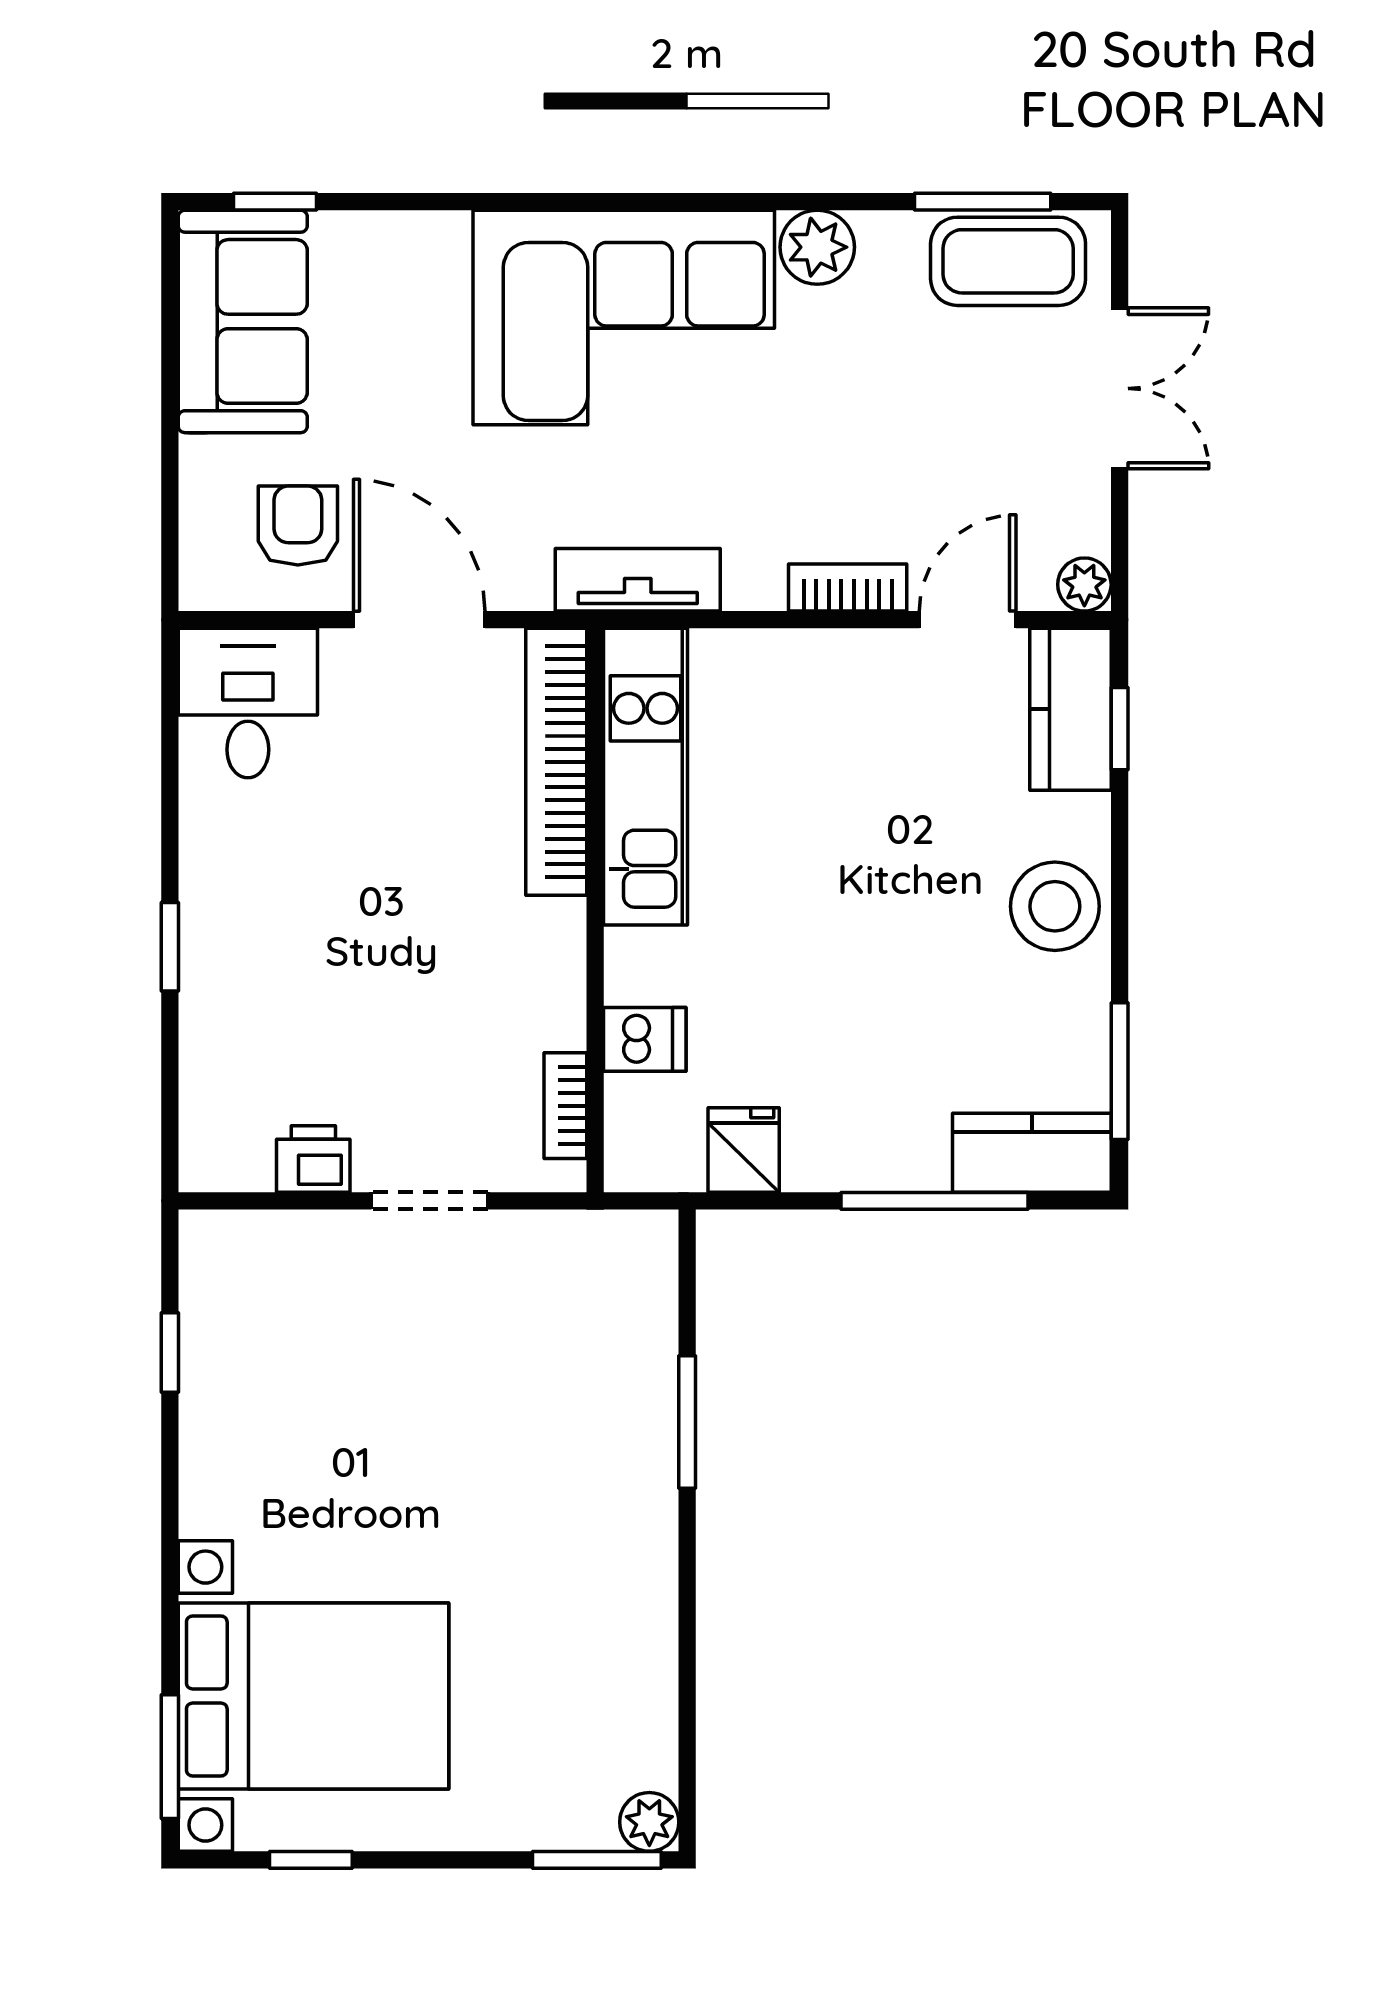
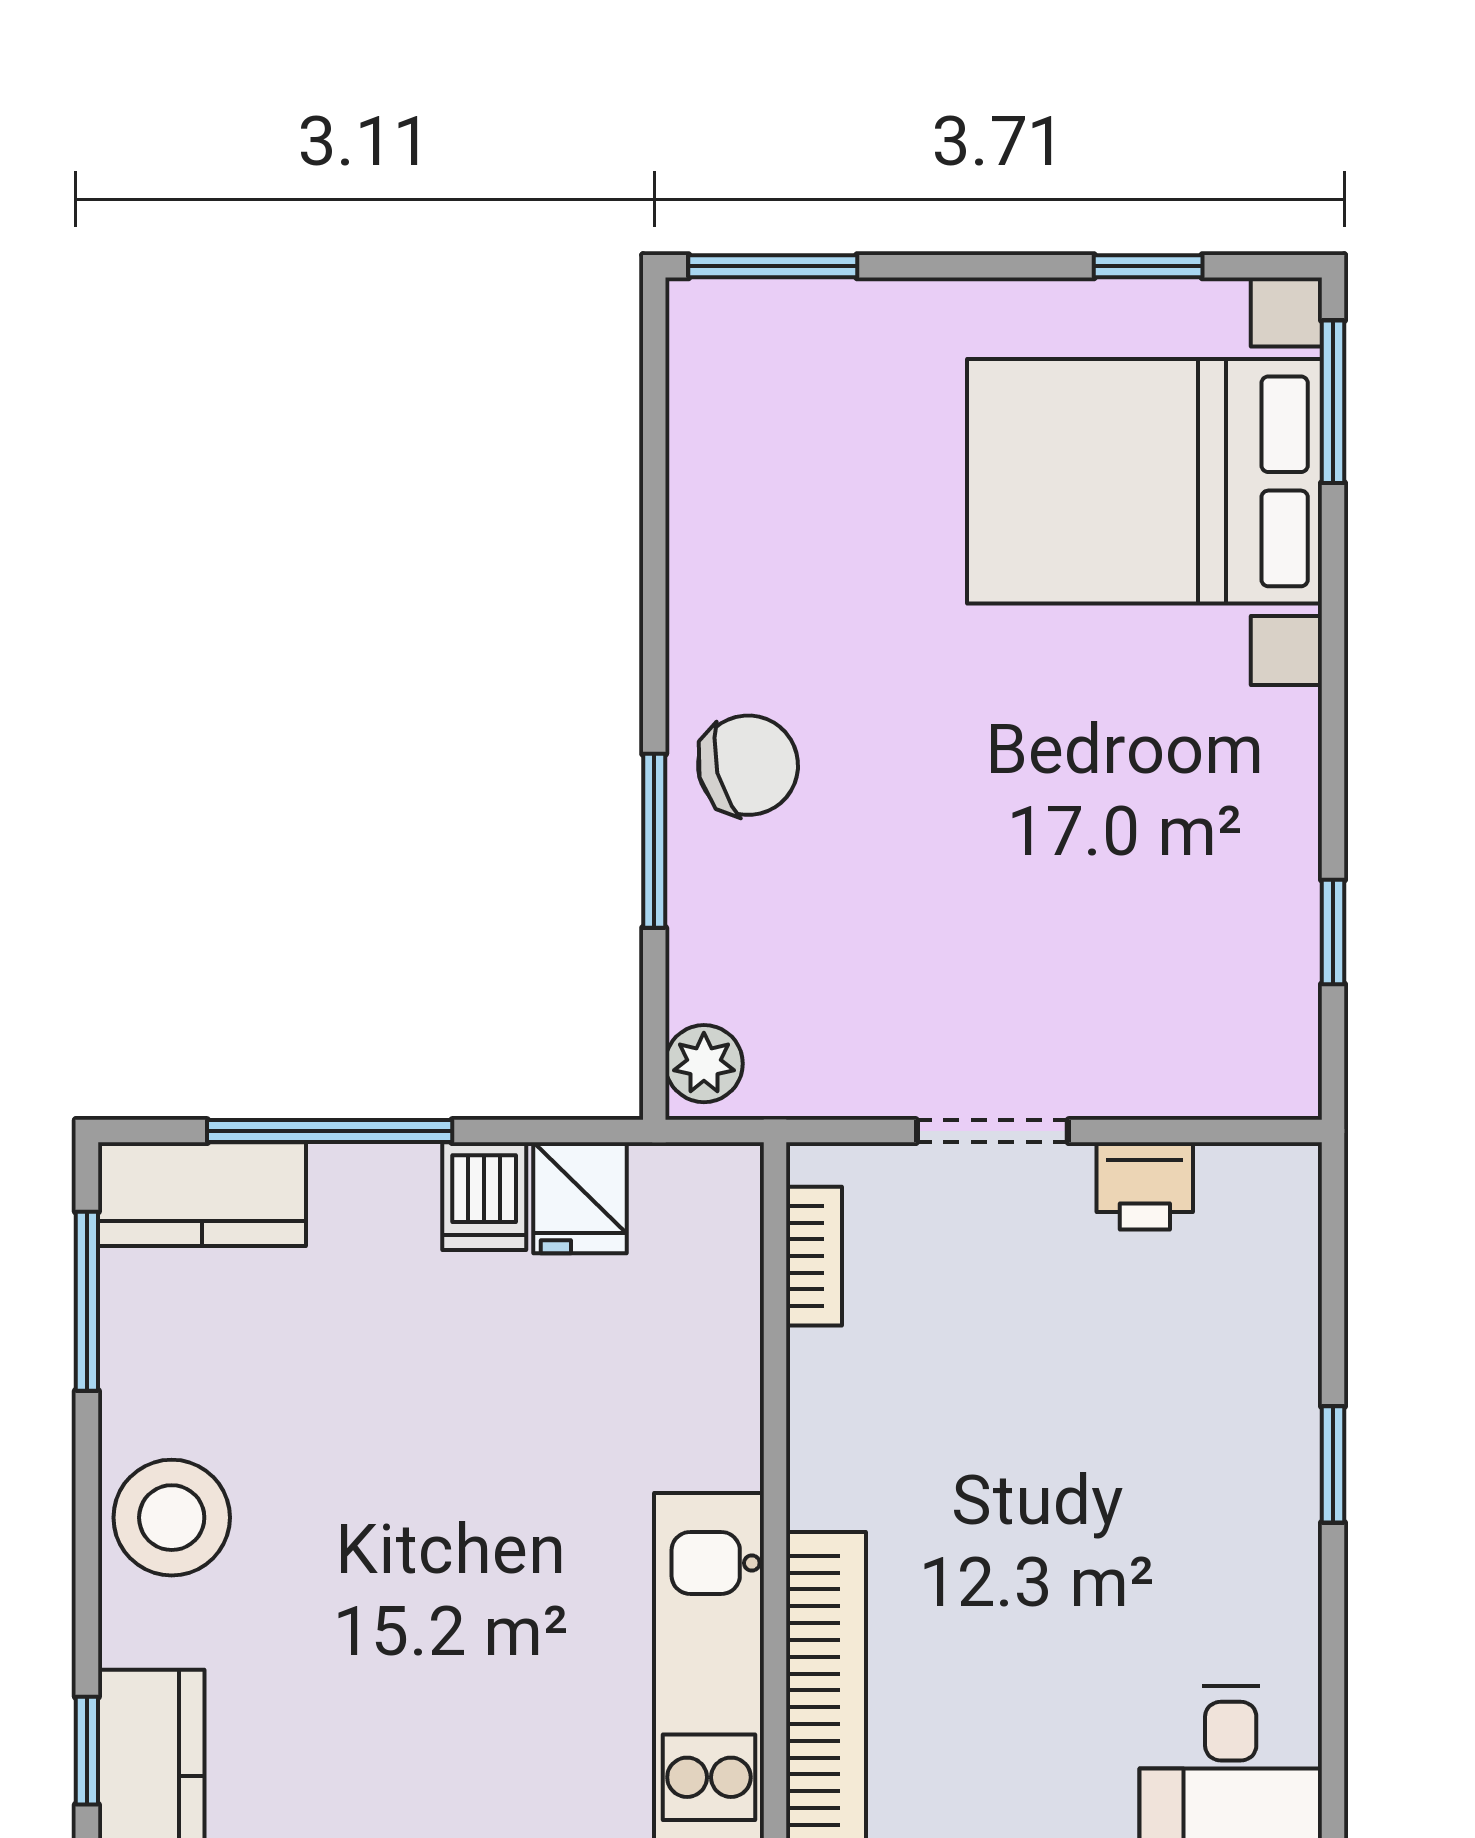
dishwasher: (645, 1039) -> (484, 1196), moved, turned -90
chair: (616, 1480) -> (748, 765), added
plant: (649, 1822) -> (704, 1064), moved

